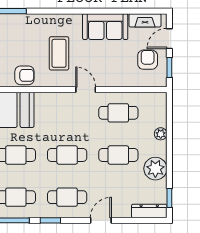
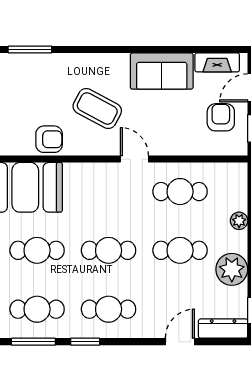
coffee table: (59, 53) -> (97, 108), turned -62
door: (101, 220) -> (180, 342), moved

